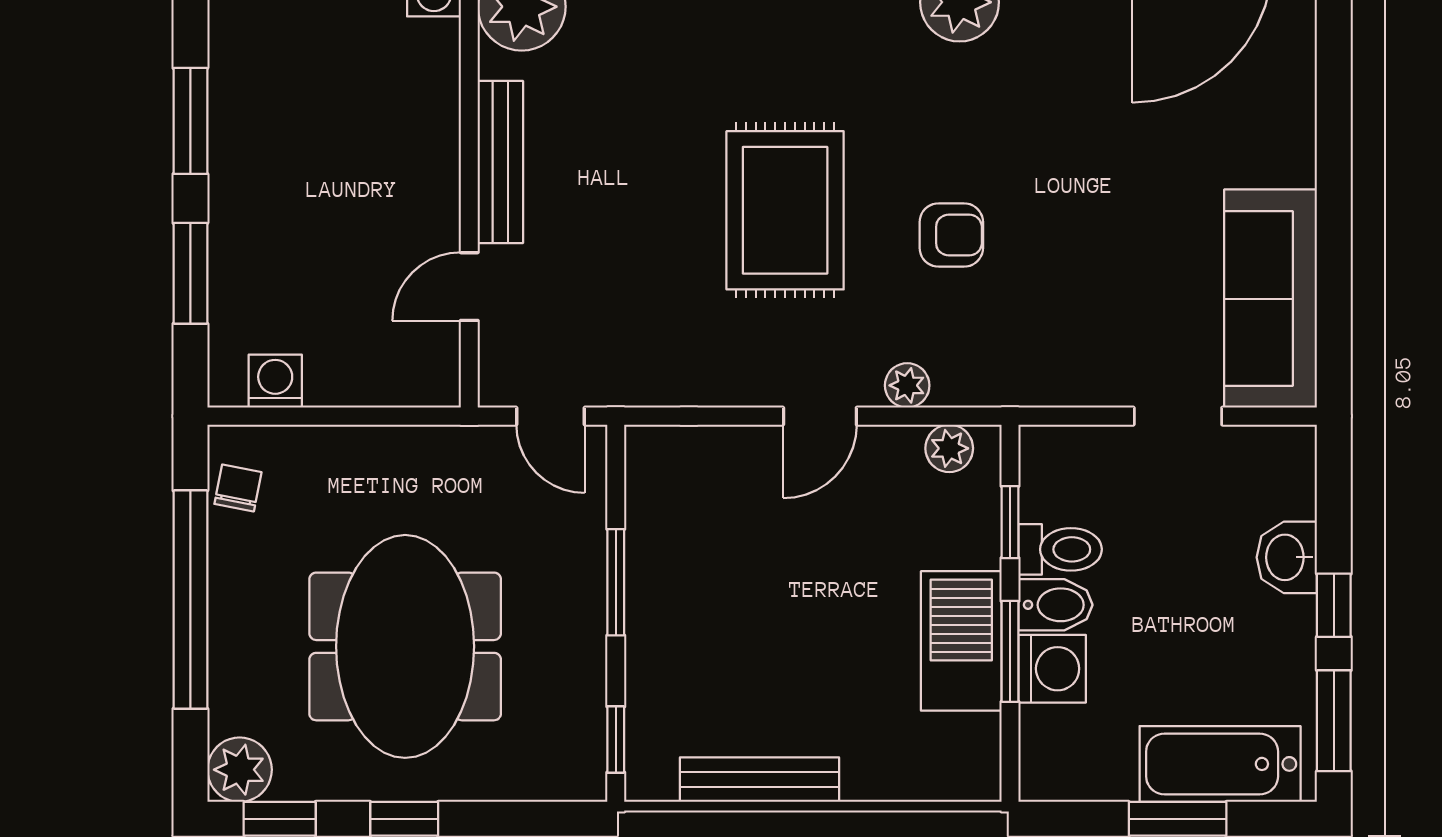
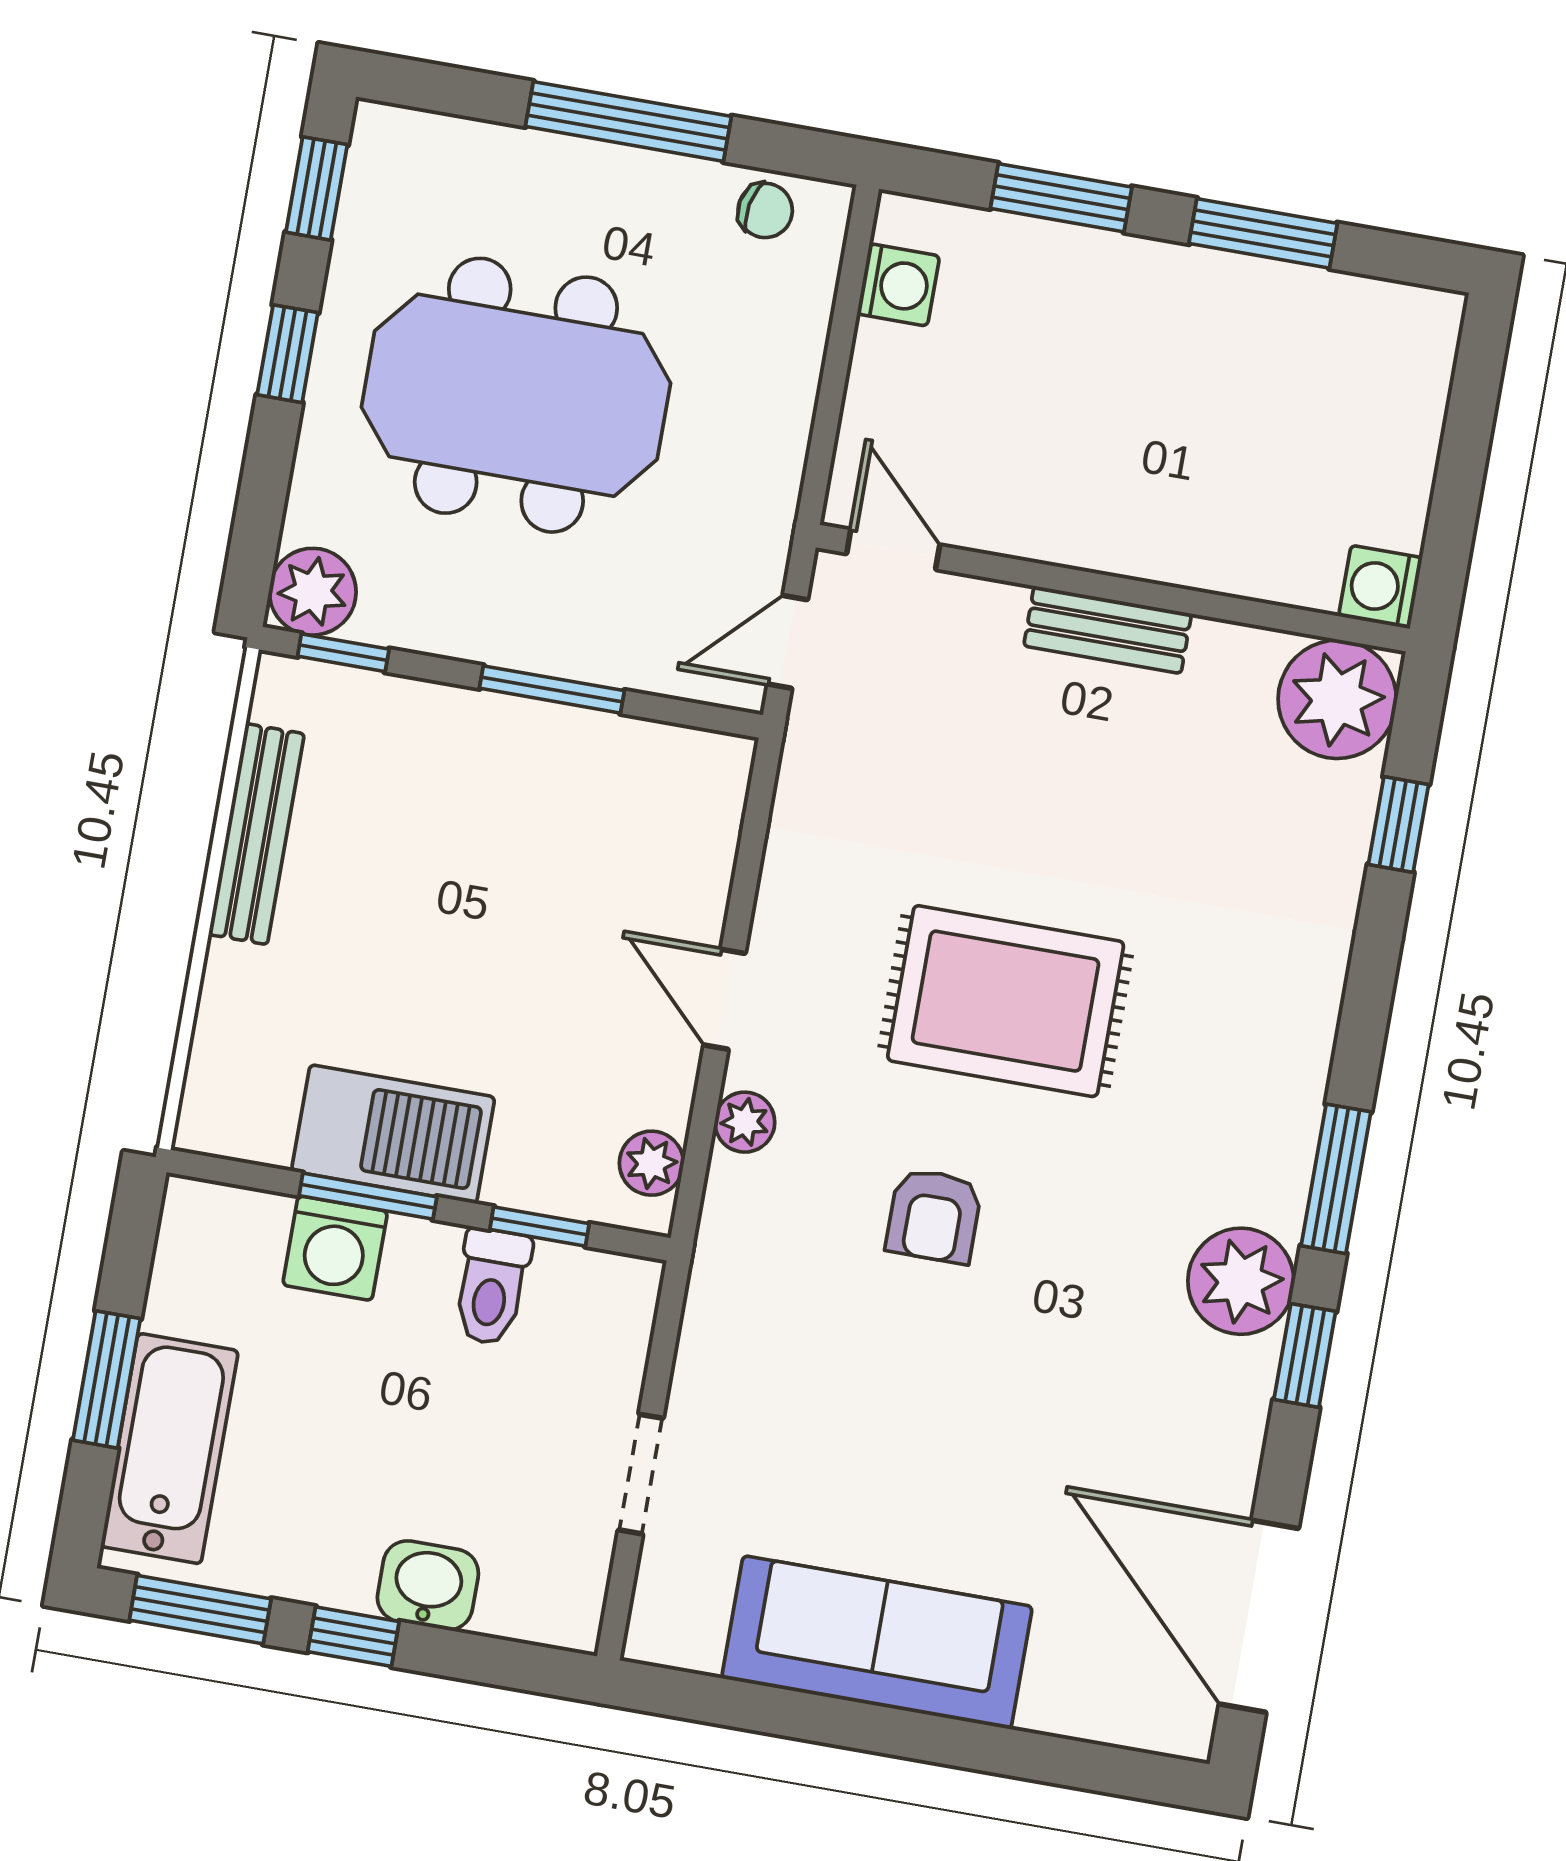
bench: (500, 162) -> (1108, 630), width x0.73
door: (469, 287) -> (893, 549), moved
sofa: (1271, 299) -> (877, 1642), moved
window: (190, 600) -> (628, 121), width x0.68
bidet: (1055, 605) -> (419, 1267), removed
plant: (240, 770) -> (313, 592), moved

